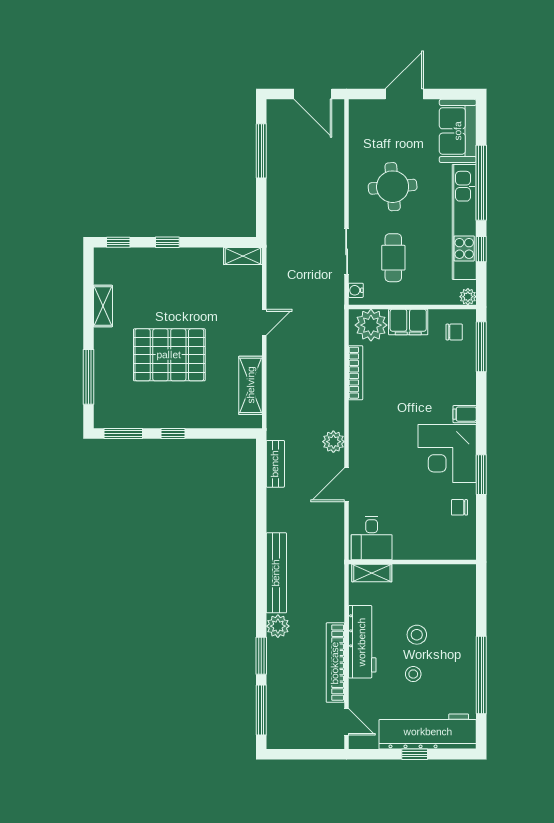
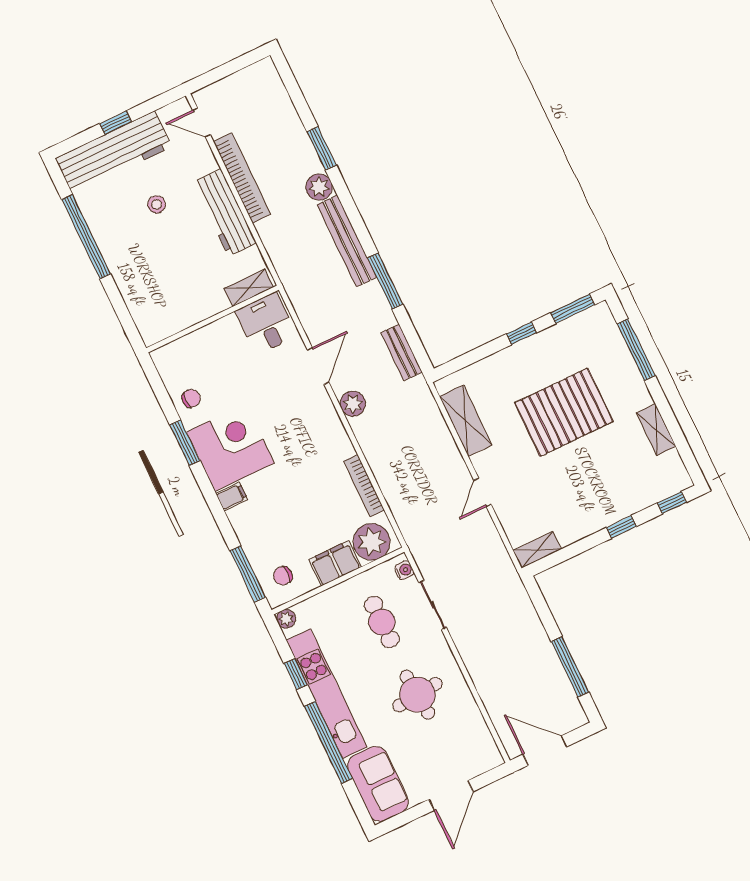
stool: (417, 635) -> (172, 247), removed
window: (261, 710) -> (385, 281), moved

